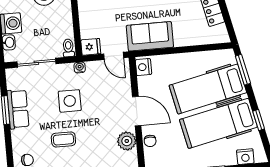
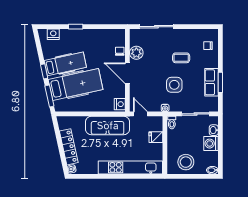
sofa: (150, 36) -> (108, 126), width x1.36
fridge: (91, 47) -> (156, 137), moved
window: (259, 120) -> (44, 71), moved
hospital bed: (218, 123) -> (65, 64), width x0.73, depth x0.78

